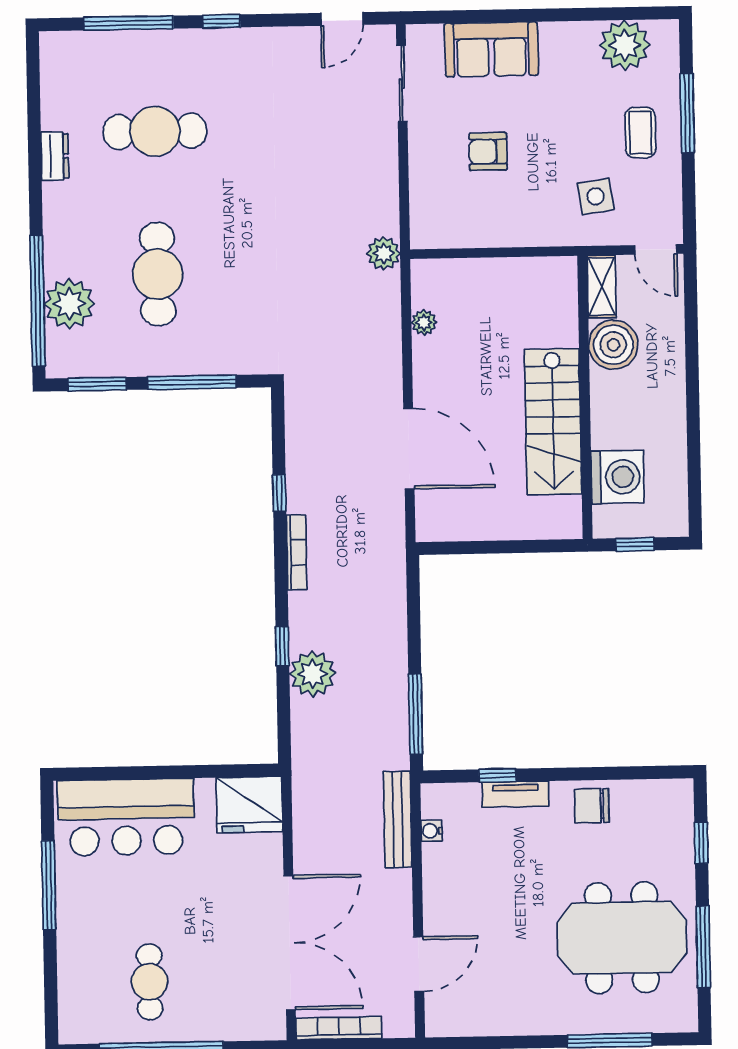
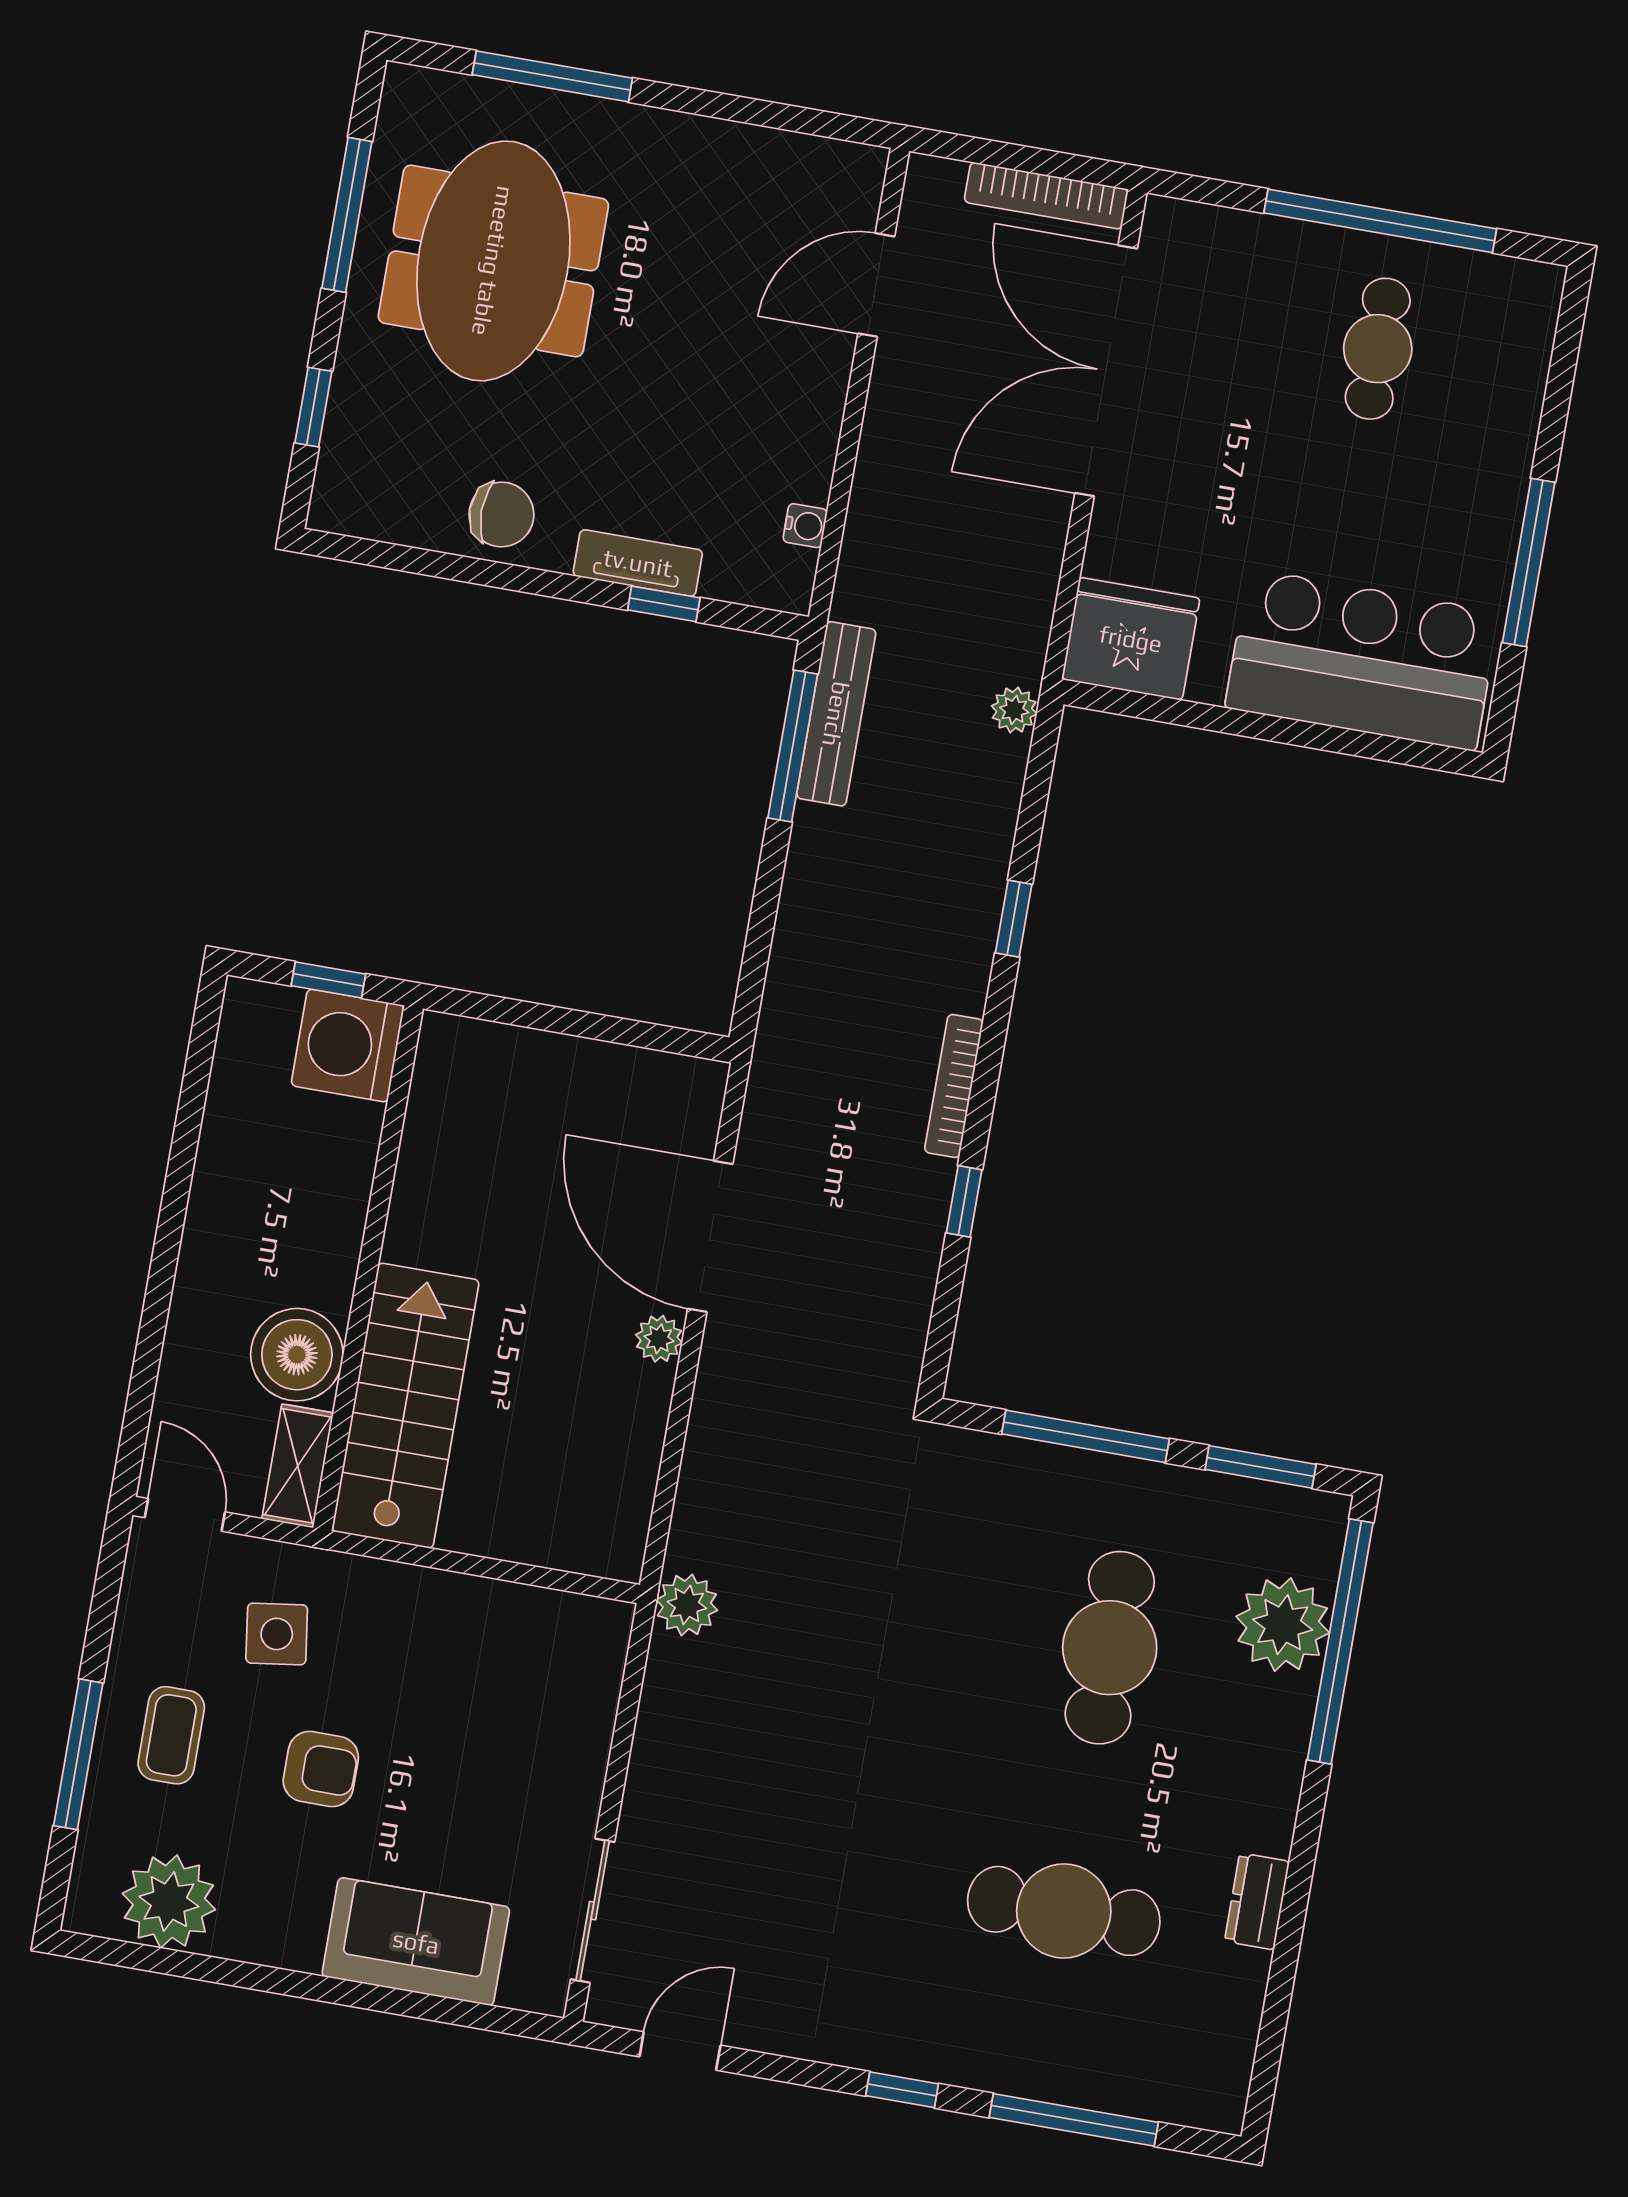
armchair: (488, 152) -> (321, 1769), moved
plant: (424, 322) -> (659, 1339), moved
stairs: (553, 422) -> (405, 1406), moved
washing machine: (618, 477) -> (348, 1045), moved
plant: (313, 674) -> (1014, 710), moved, width x0.53, depth x0.53
bench: (398, 819) -> (836, 714), moved
meeting table: (622, 938) -> (493, 261), turned 90

